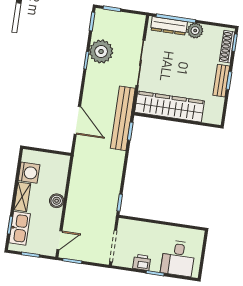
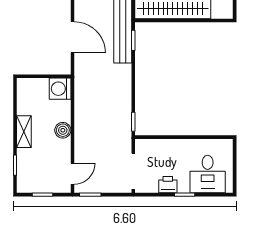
washing machine: (29, 173) -> (60, 89), moved, turned 180
kitchen sink: (20, 228) -> (26, 167), removed

